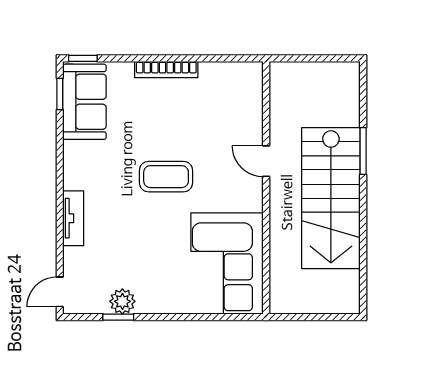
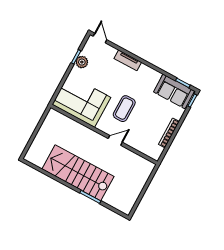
door: (266, 161) -> (115, 140), moved
wall: (266, 188) -> (104, 134), moved
corner sofa: (227, 263) -> (81, 101), moved

